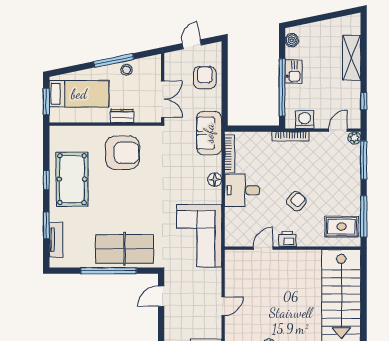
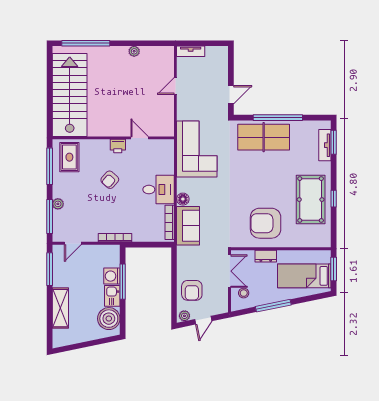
boiler: (292, 40) -> (109, 319), width x1.86, depth x1.86
plant: (213, 49) -> (184, 316), added
stool: (127, 70) -> (244, 293), moved
window: (282, 87) -> (123, 282), width x0.68
double door: (163, 99) -> (229, 271), swing flipped
window: (364, 101) -> (50, 269), width x2.17
washing machine: (305, 120) -> (112, 276), moved, turned 90
sofa: (209, 133) -> (188, 226), moved
plant: (354, 138) -> (58, 204), moved
window: (46, 225) -> (334, 142), moved
rug: (342, 227) -> (69, 157), turned 90
door: (263, 248) -> (140, 138), swing flipped

